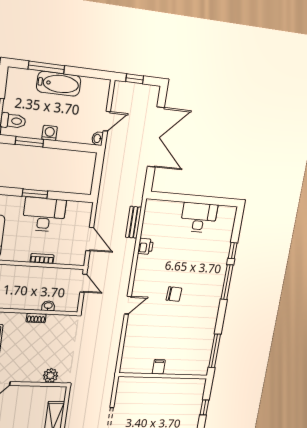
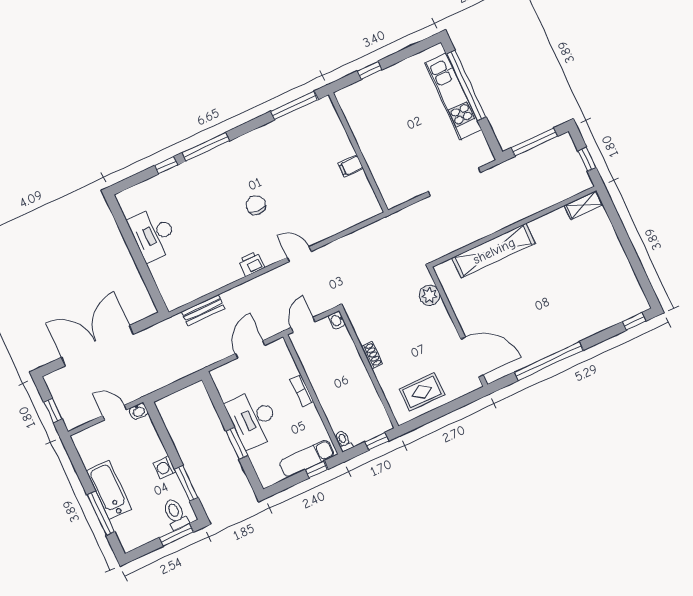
printer: (145, 246) -> (252, 264), moved
washbasin: (48, 306) -> (337, 320), moved

